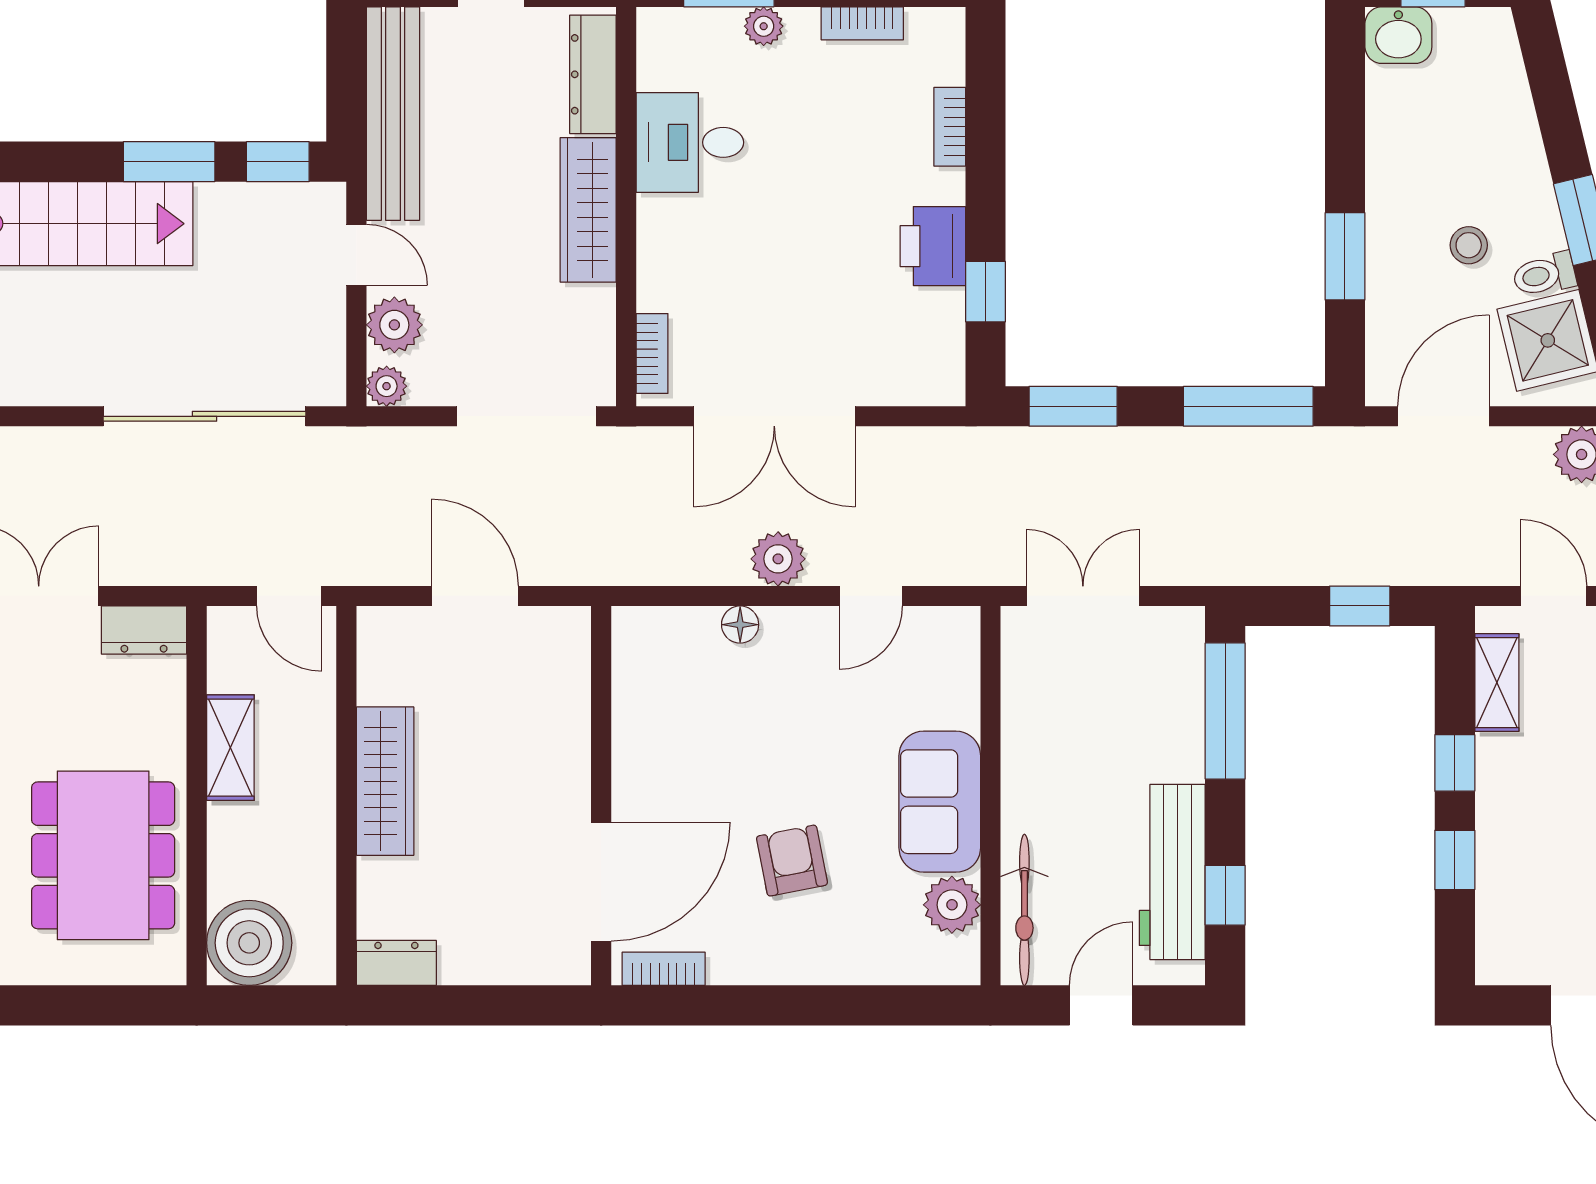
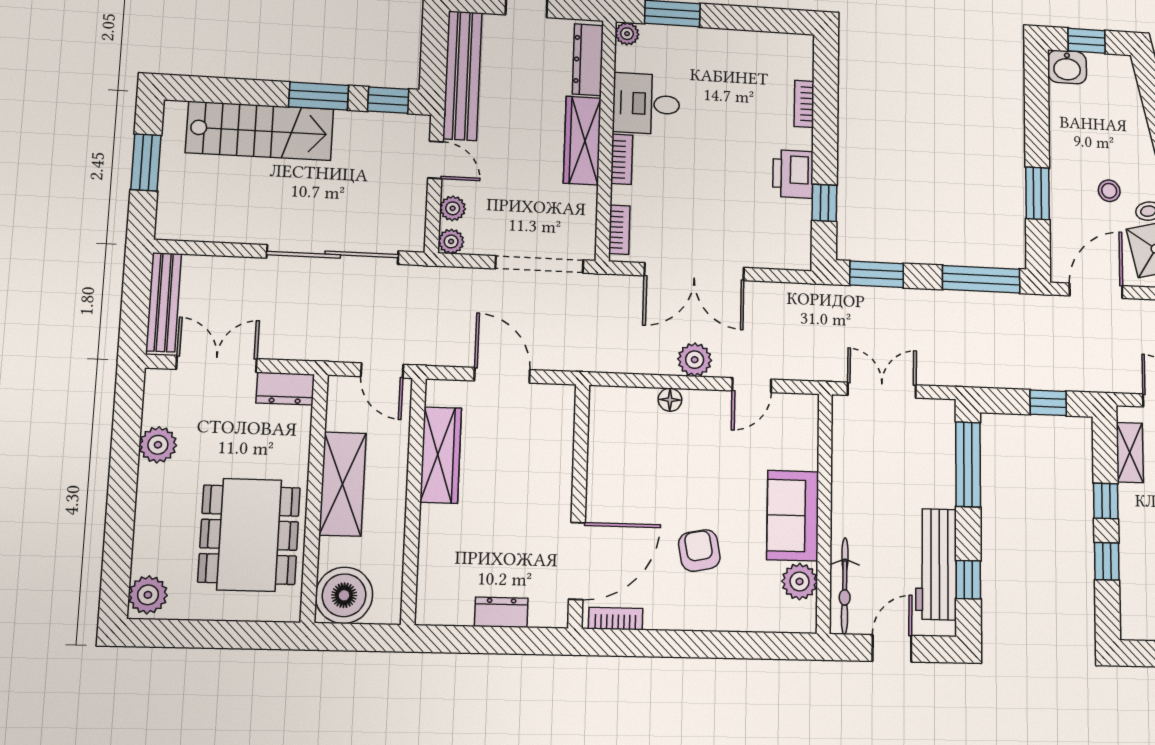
bookcase: (862, 23) -> (622, 159), moved, turned -90
plant: (764, 26) -> (627, 34), moved
plant: (394, 325) -> (453, 208), width x0.73, depth x0.73
shelving: (230, 748) -> (343, 484), width x1.50, depth x1.33
wardrobe: (385, 781) -> (441, 455), moved
dresser: (396, 963) -> (501, 612), moved

